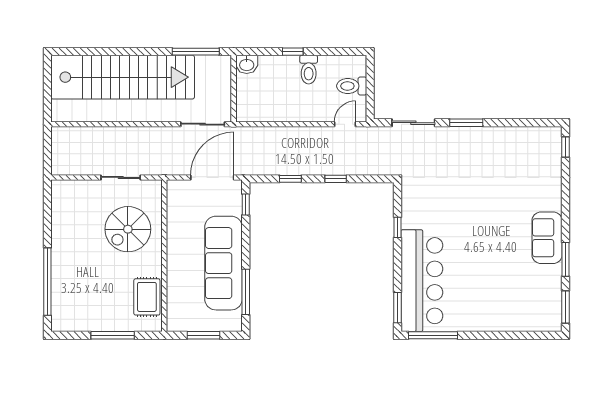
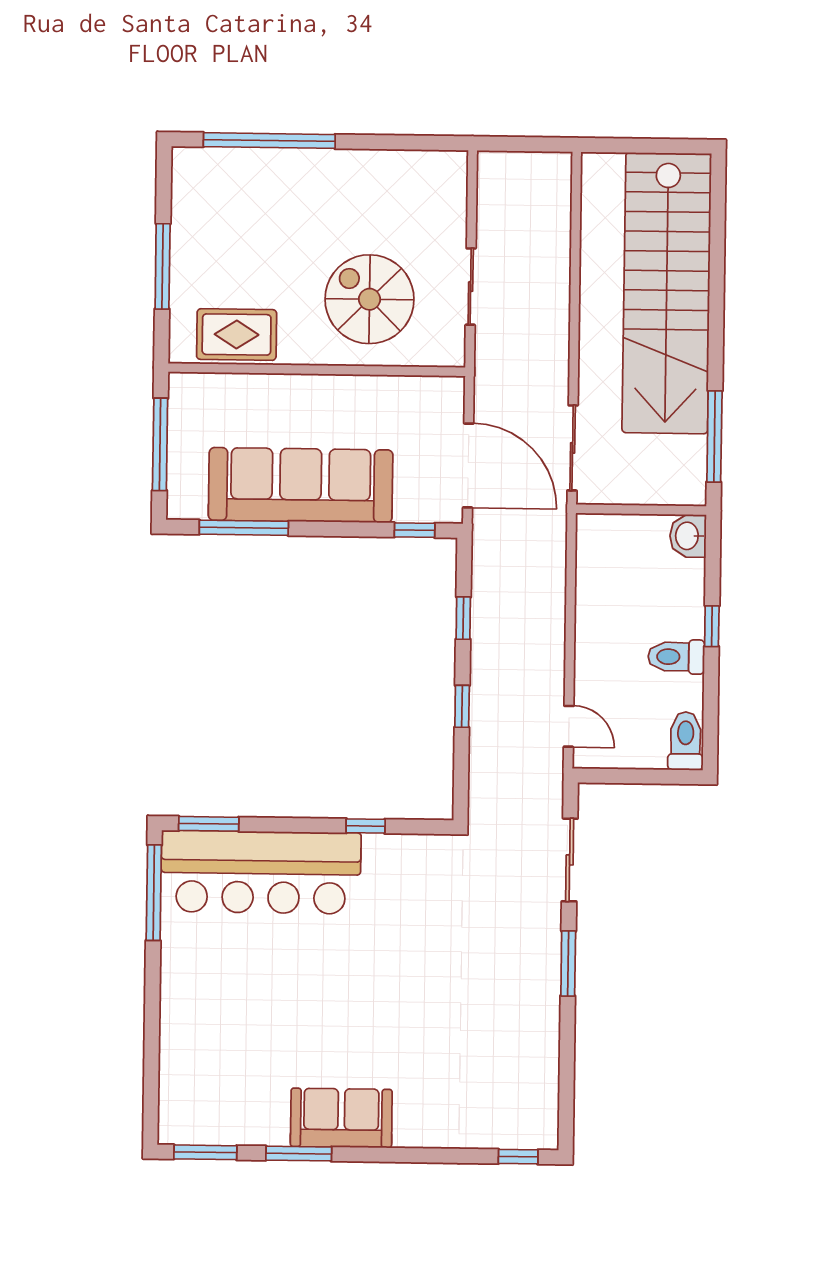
toilet: (352, 86) -> (686, 741), moved
window: (204, 335) -> (160, 444), width x1.44

